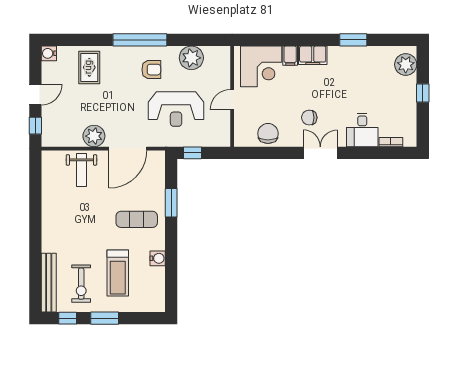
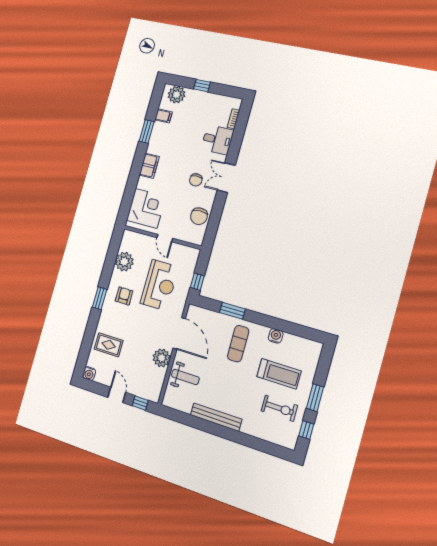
window: (140, 40) -> (100, 298), width x0.47
filing cabinet: (290, 56) -> (163, 116), moved
chair: (268, 133) -> (199, 216), turned -90
bench: (49, 283) -> (216, 417), moved

